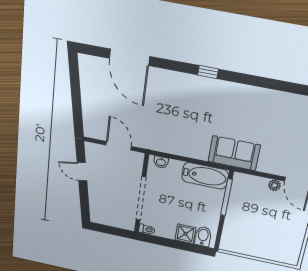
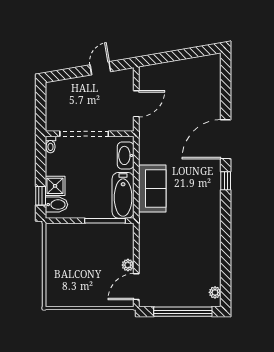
door: (129, 57) -> (226, 139), moved
sofa: (234, 153) -> (152, 188), moved
washbasin: (161, 162) -> (126, 155), width x1.91, depth x1.45
window: (192, 248) -> (41, 196), added

